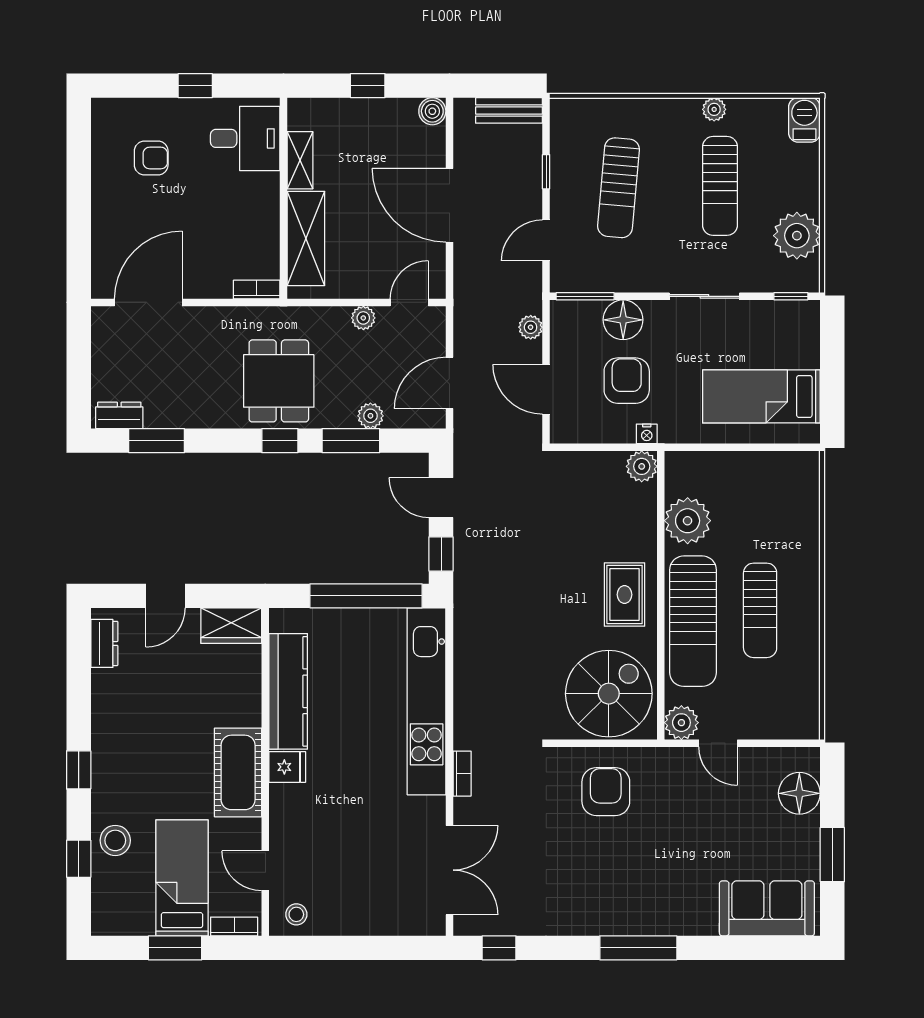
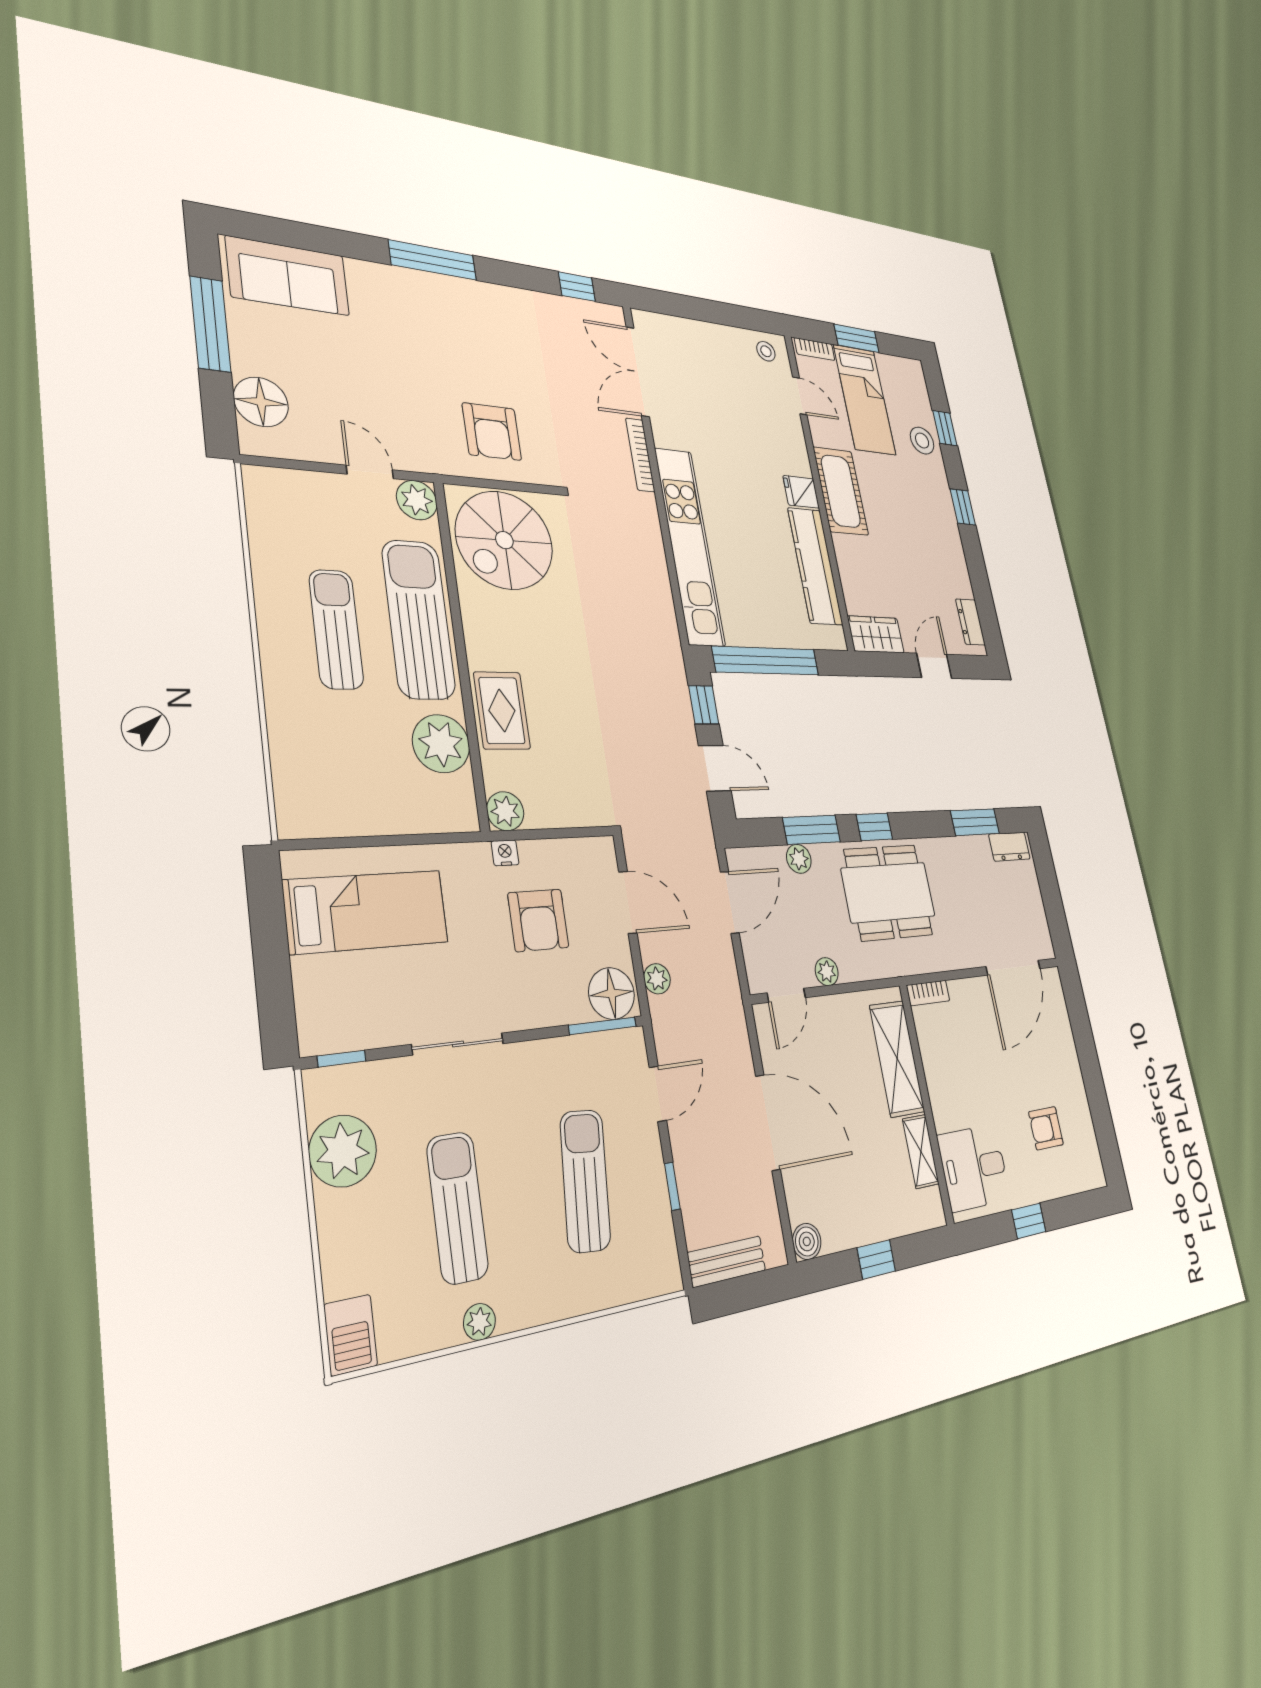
floor lamp: (623, 320) -> (612, 993), moved
dining table: (279, 381) -> (888, 892), width x1.38
rug: (625, 595) -> (502, 710), moved
bookcase: (462, 774) -> (640, 455), width x1.56
window: (832, 855) -> (210, 324), width x1.44

